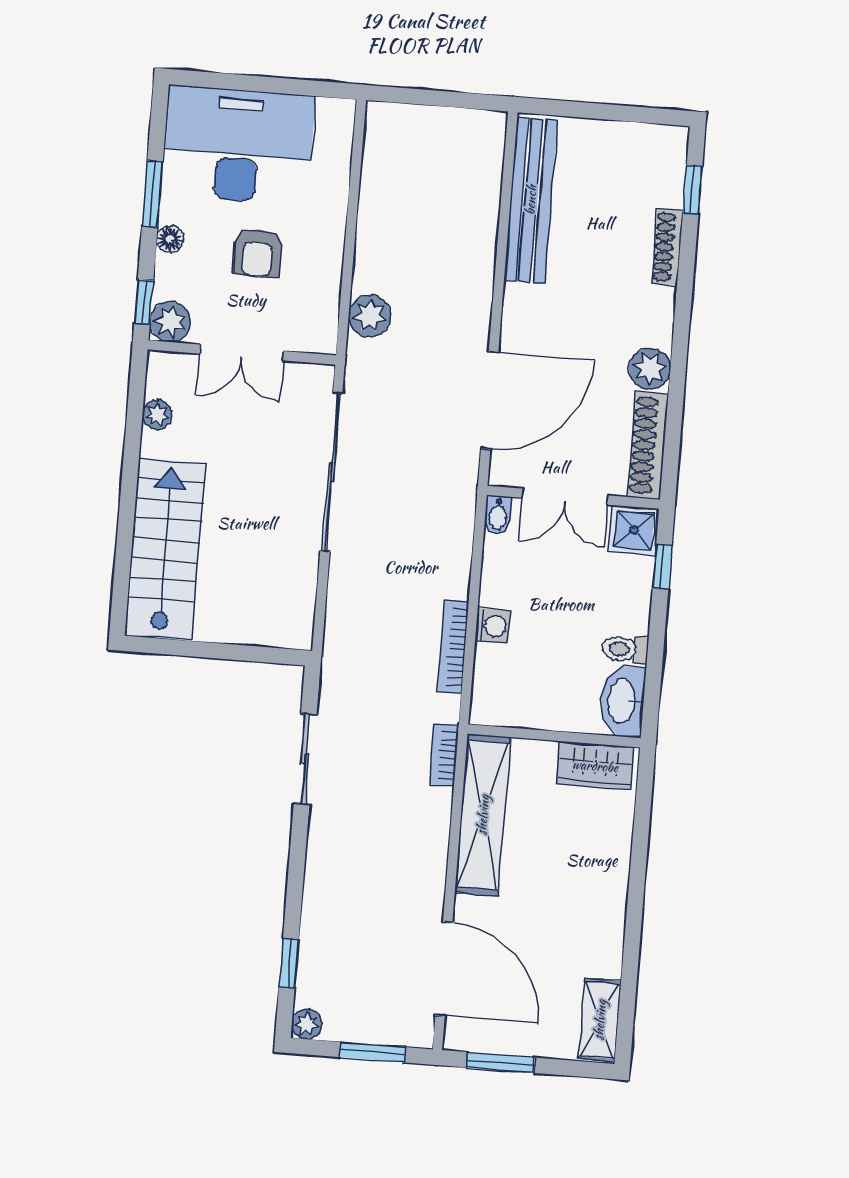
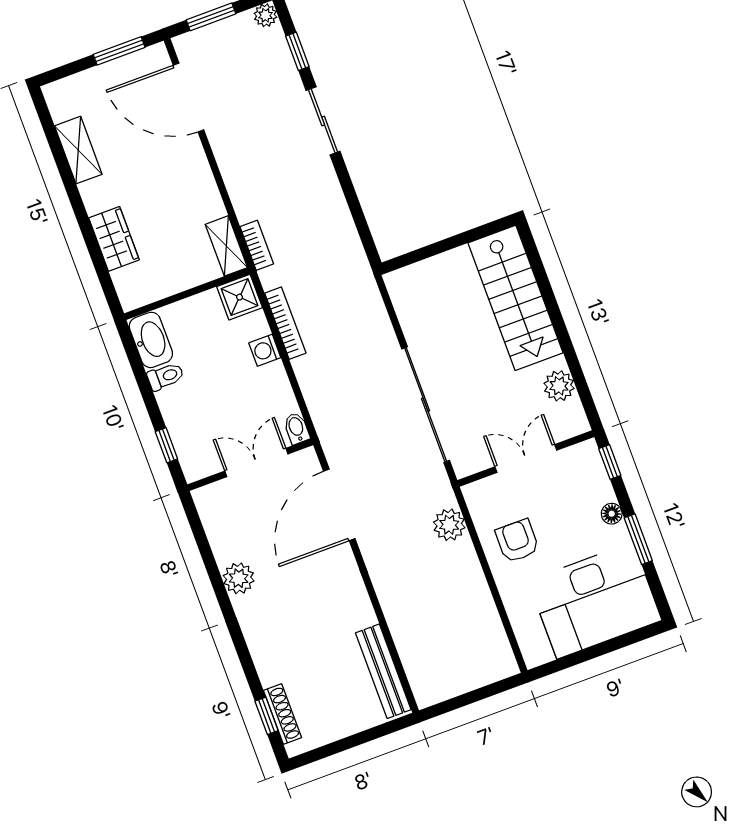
bench: (531, 200) -> (383, 671), width x0.73, depth x0.82
shoe rack: (667, 247) -> (282, 714), moved
armchair: (257, 253) -> (517, 541), moved
plant: (170, 322) -> (585, 457), removed
plant: (157, 415) -> (559, 386), width x1.38, depth x1.38
shoe rack: (648, 445) -> (215, 525), removed
shower: (634, 530) -> (240, 297), moved
sliding door: (305, 759) -> (323, 121), moved
wardrobe: (595, 766) -> (114, 239), moved, turned 90
shelving: (483, 815) -> (226, 246), width x0.45, depth x0.75
shelving: (600, 1020) -> (78, 150), moved

